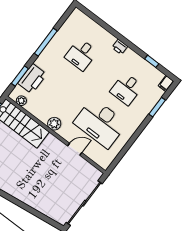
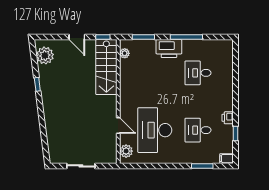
printer: (120, 47) -> (228, 118), moved
printer: (32, 79) -> (169, 49), moved
plant: (54, 124) -> (126, 151), moved
sliding door: (84, 203) -> (81, 166), width x0.54

